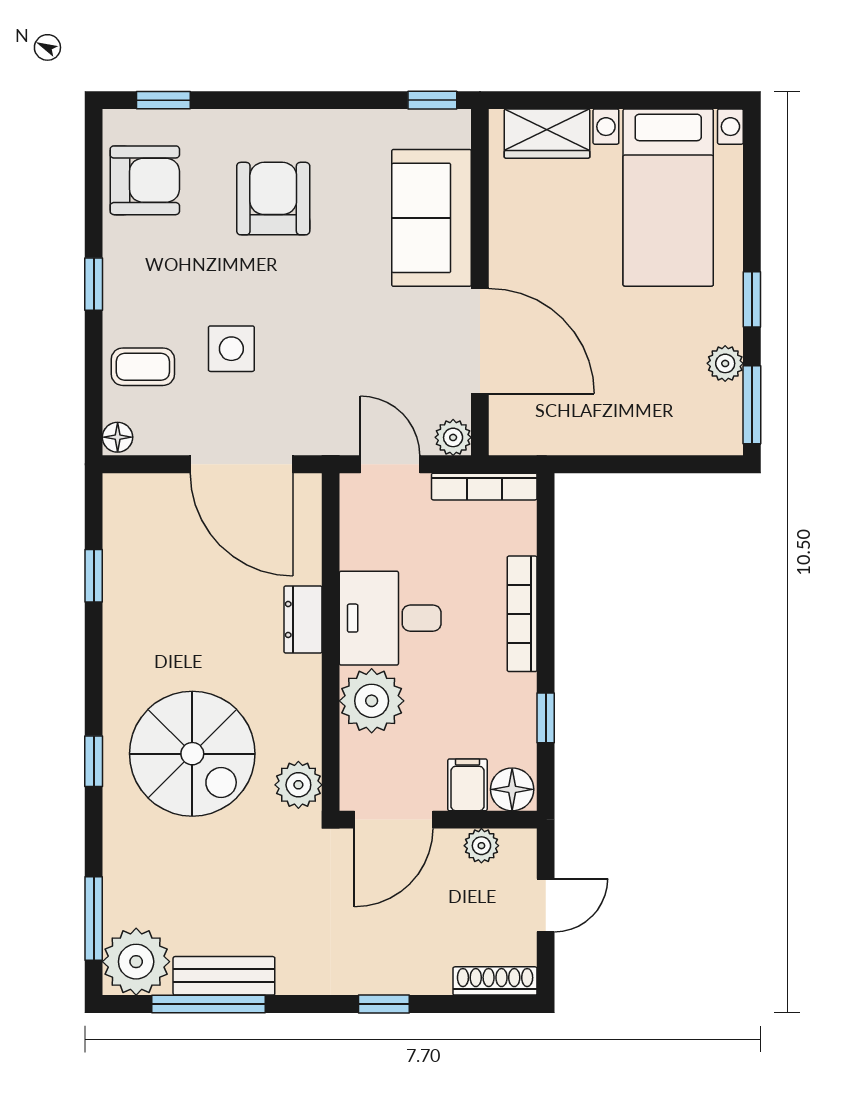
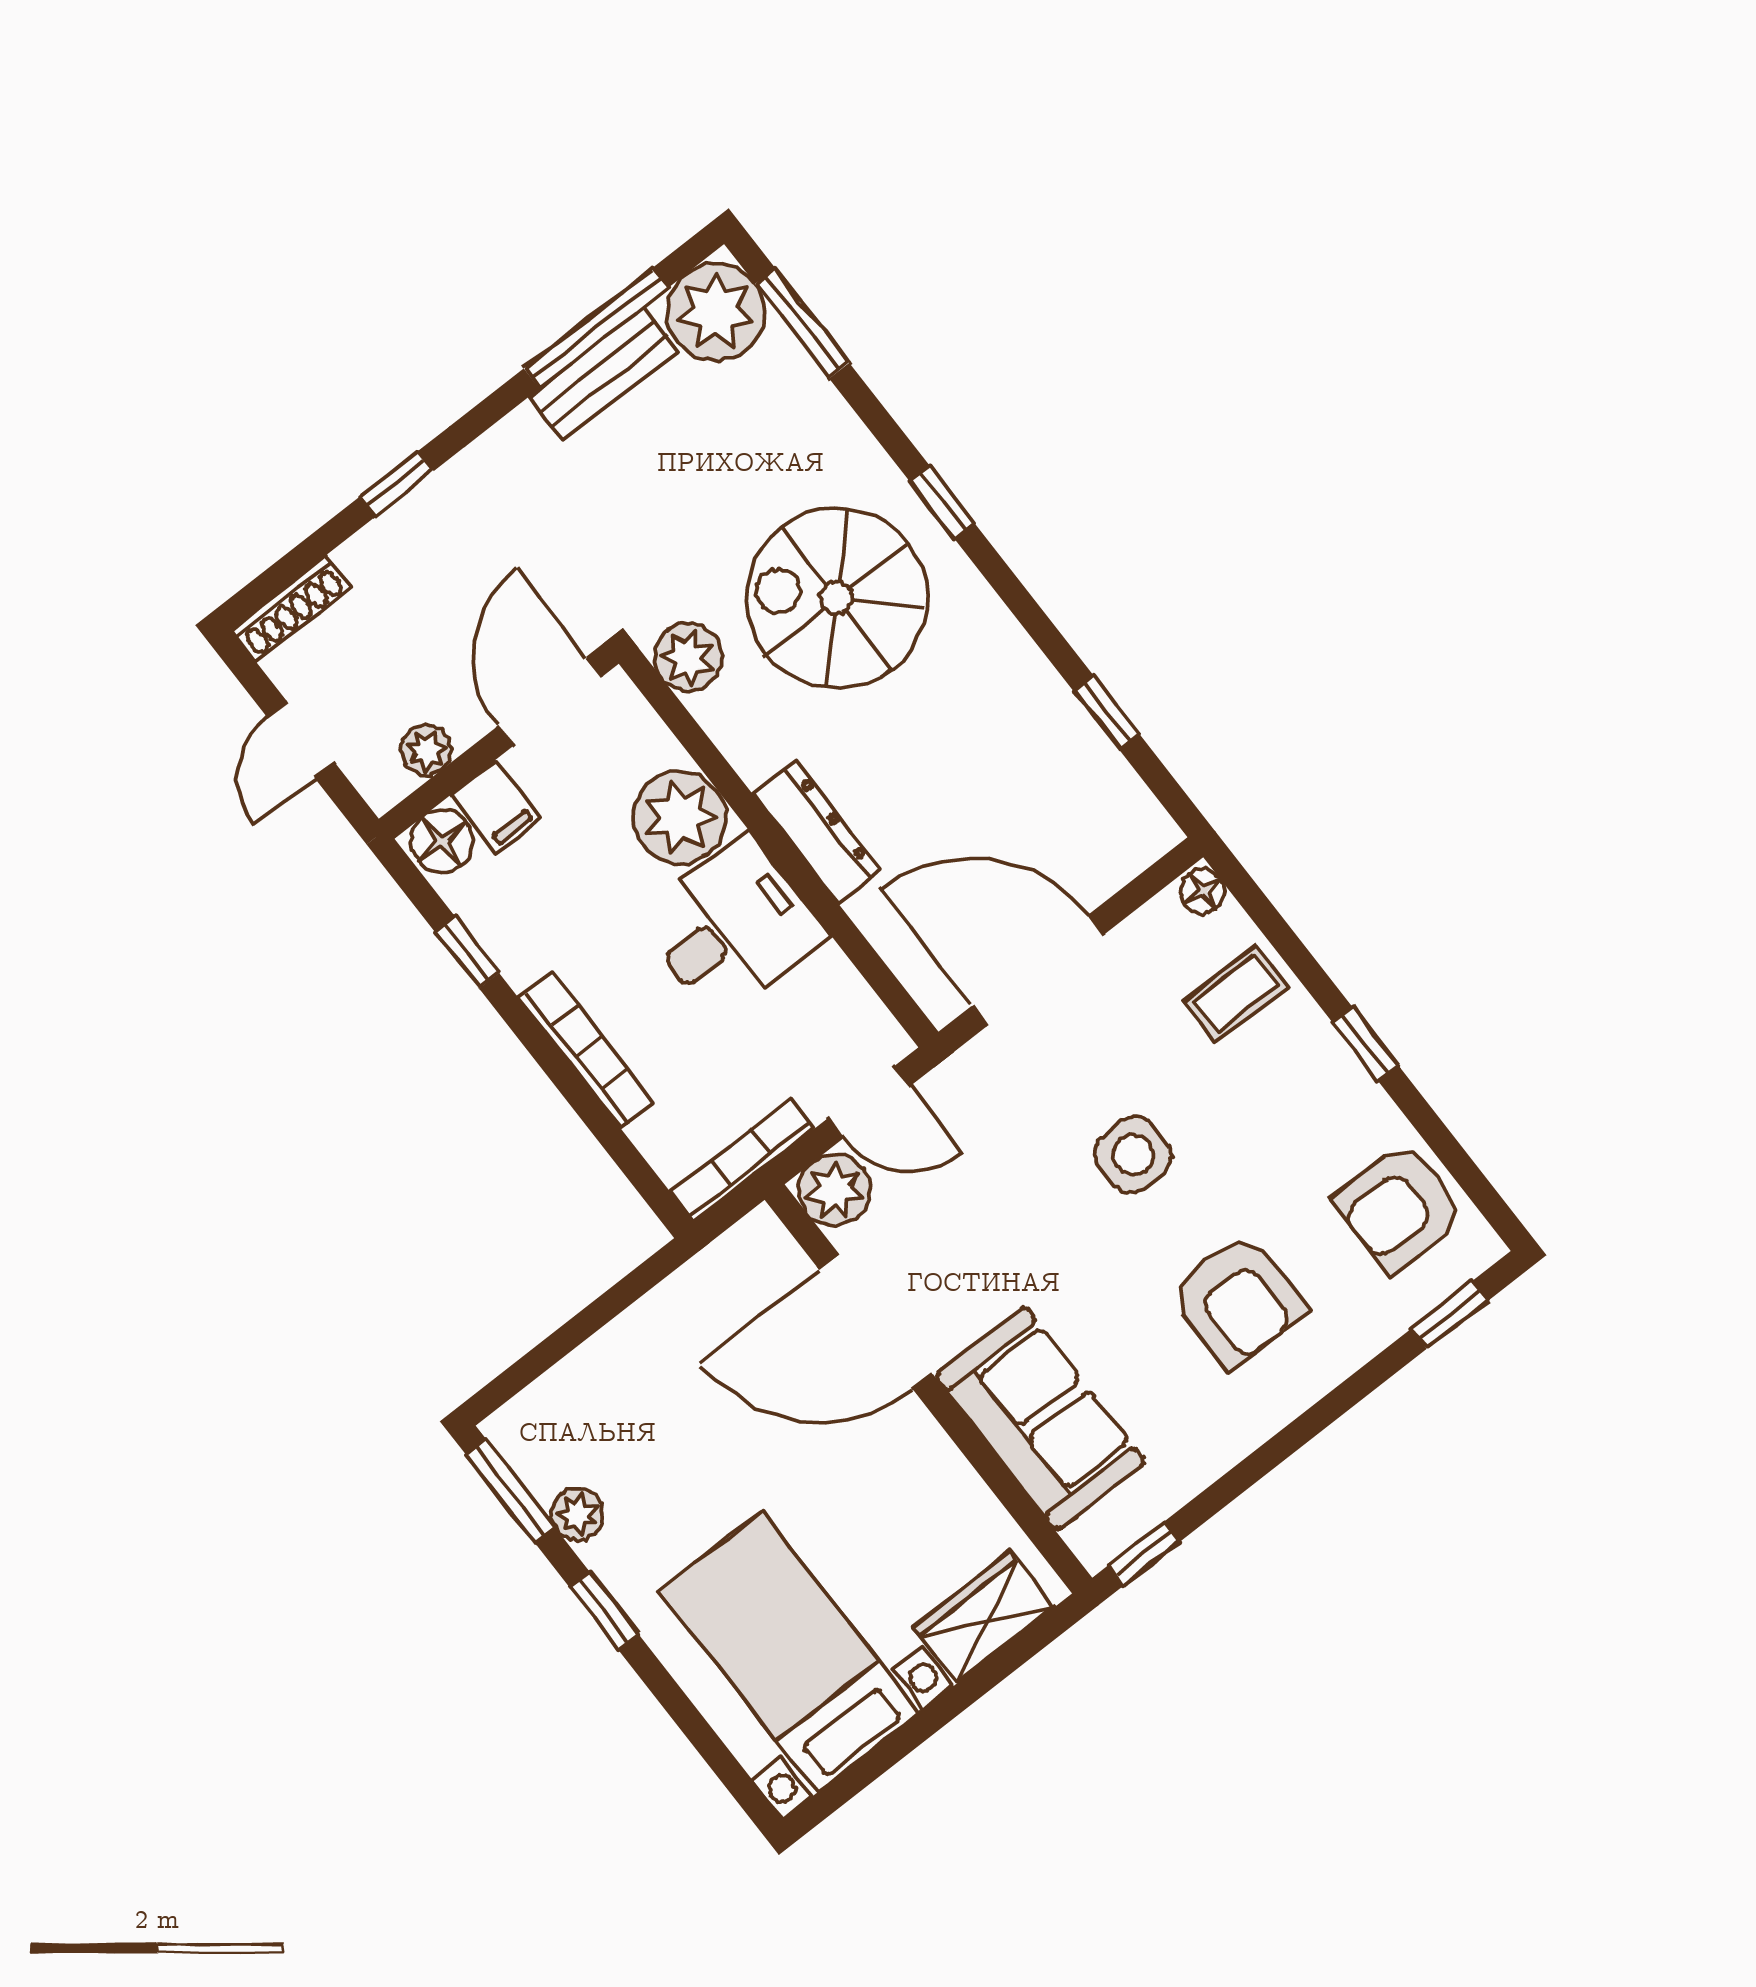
side table: (231, 349) -> (1133, 1154), moved
plant: (453, 437) -> (835, 1190), width x1.38, depth x1.38
dresser: (303, 619) -> (817, 832), width x1.44

